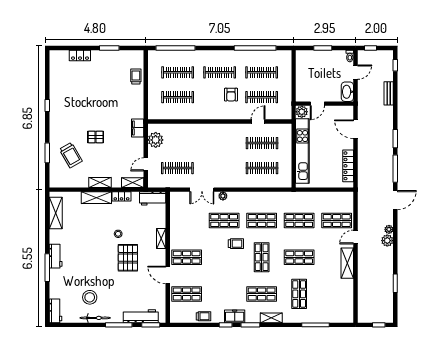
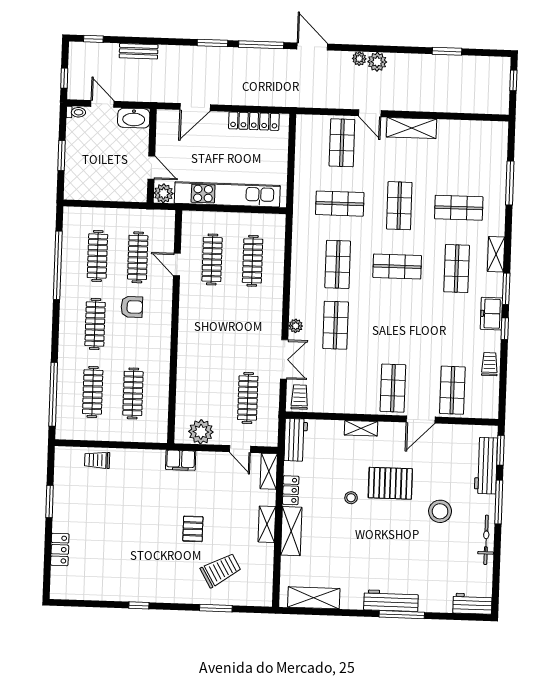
shop shelf: (299, 221) -> (340, 204), turned 90
trolley: (236, 244) -> (299, 397), moved
workbench: (56, 256) -> (391, 601), width x1.38
stool: (90, 297) -> (440, 511), moved

